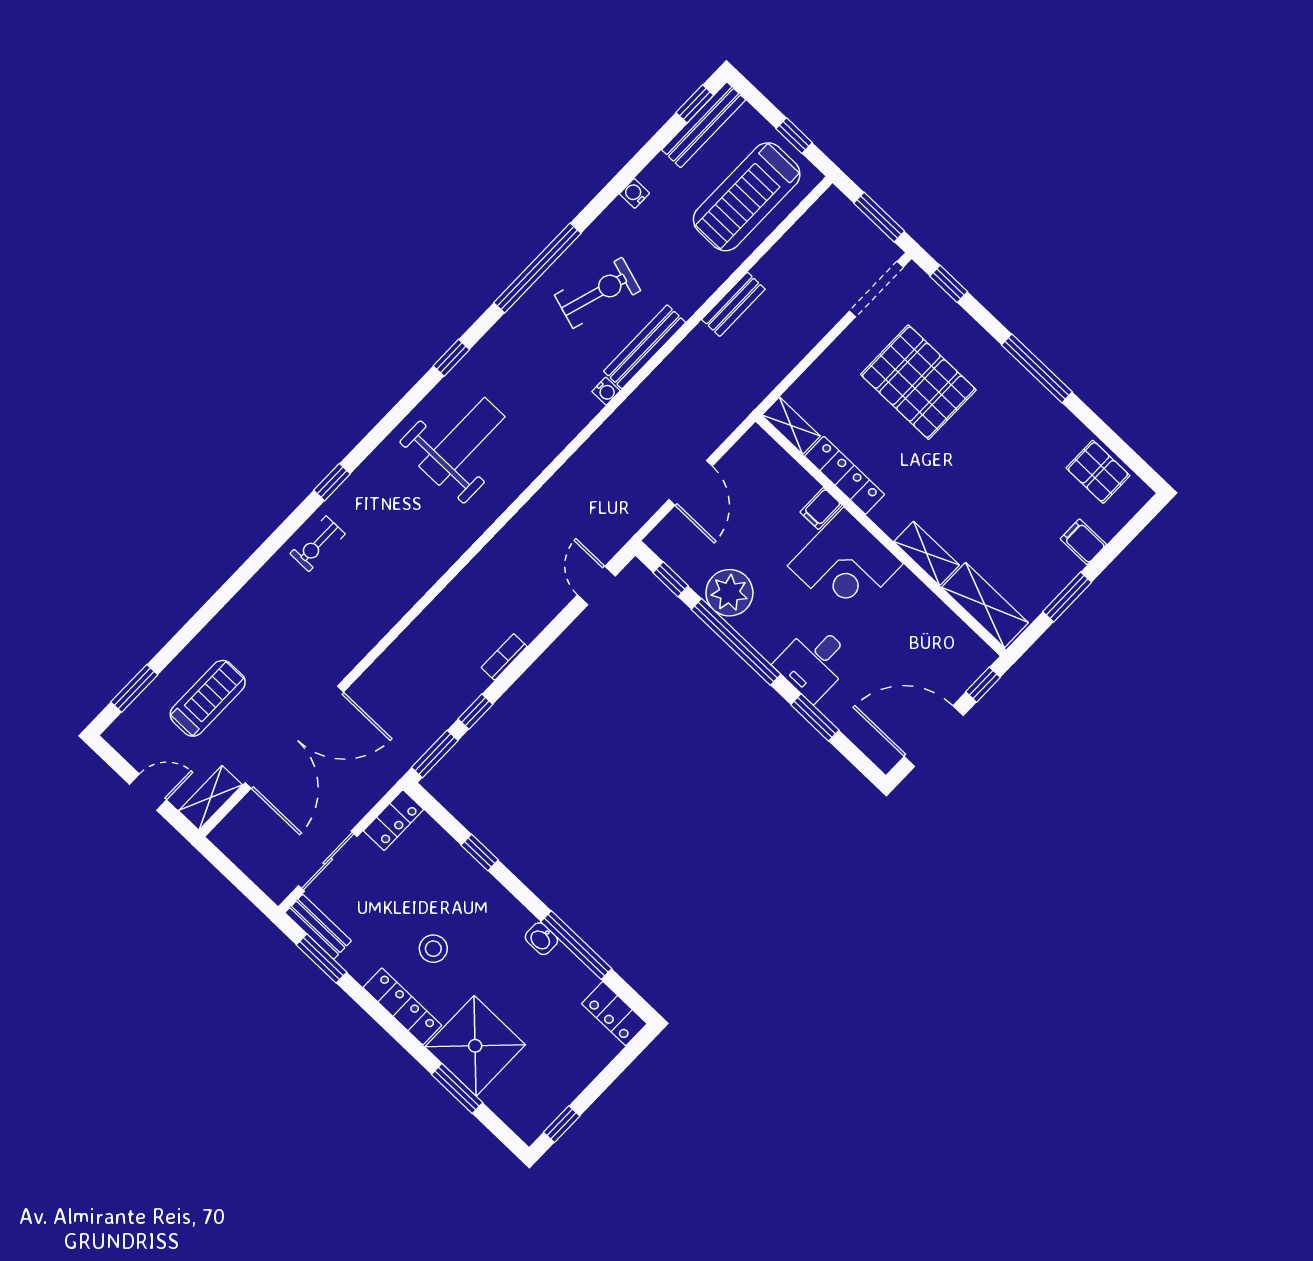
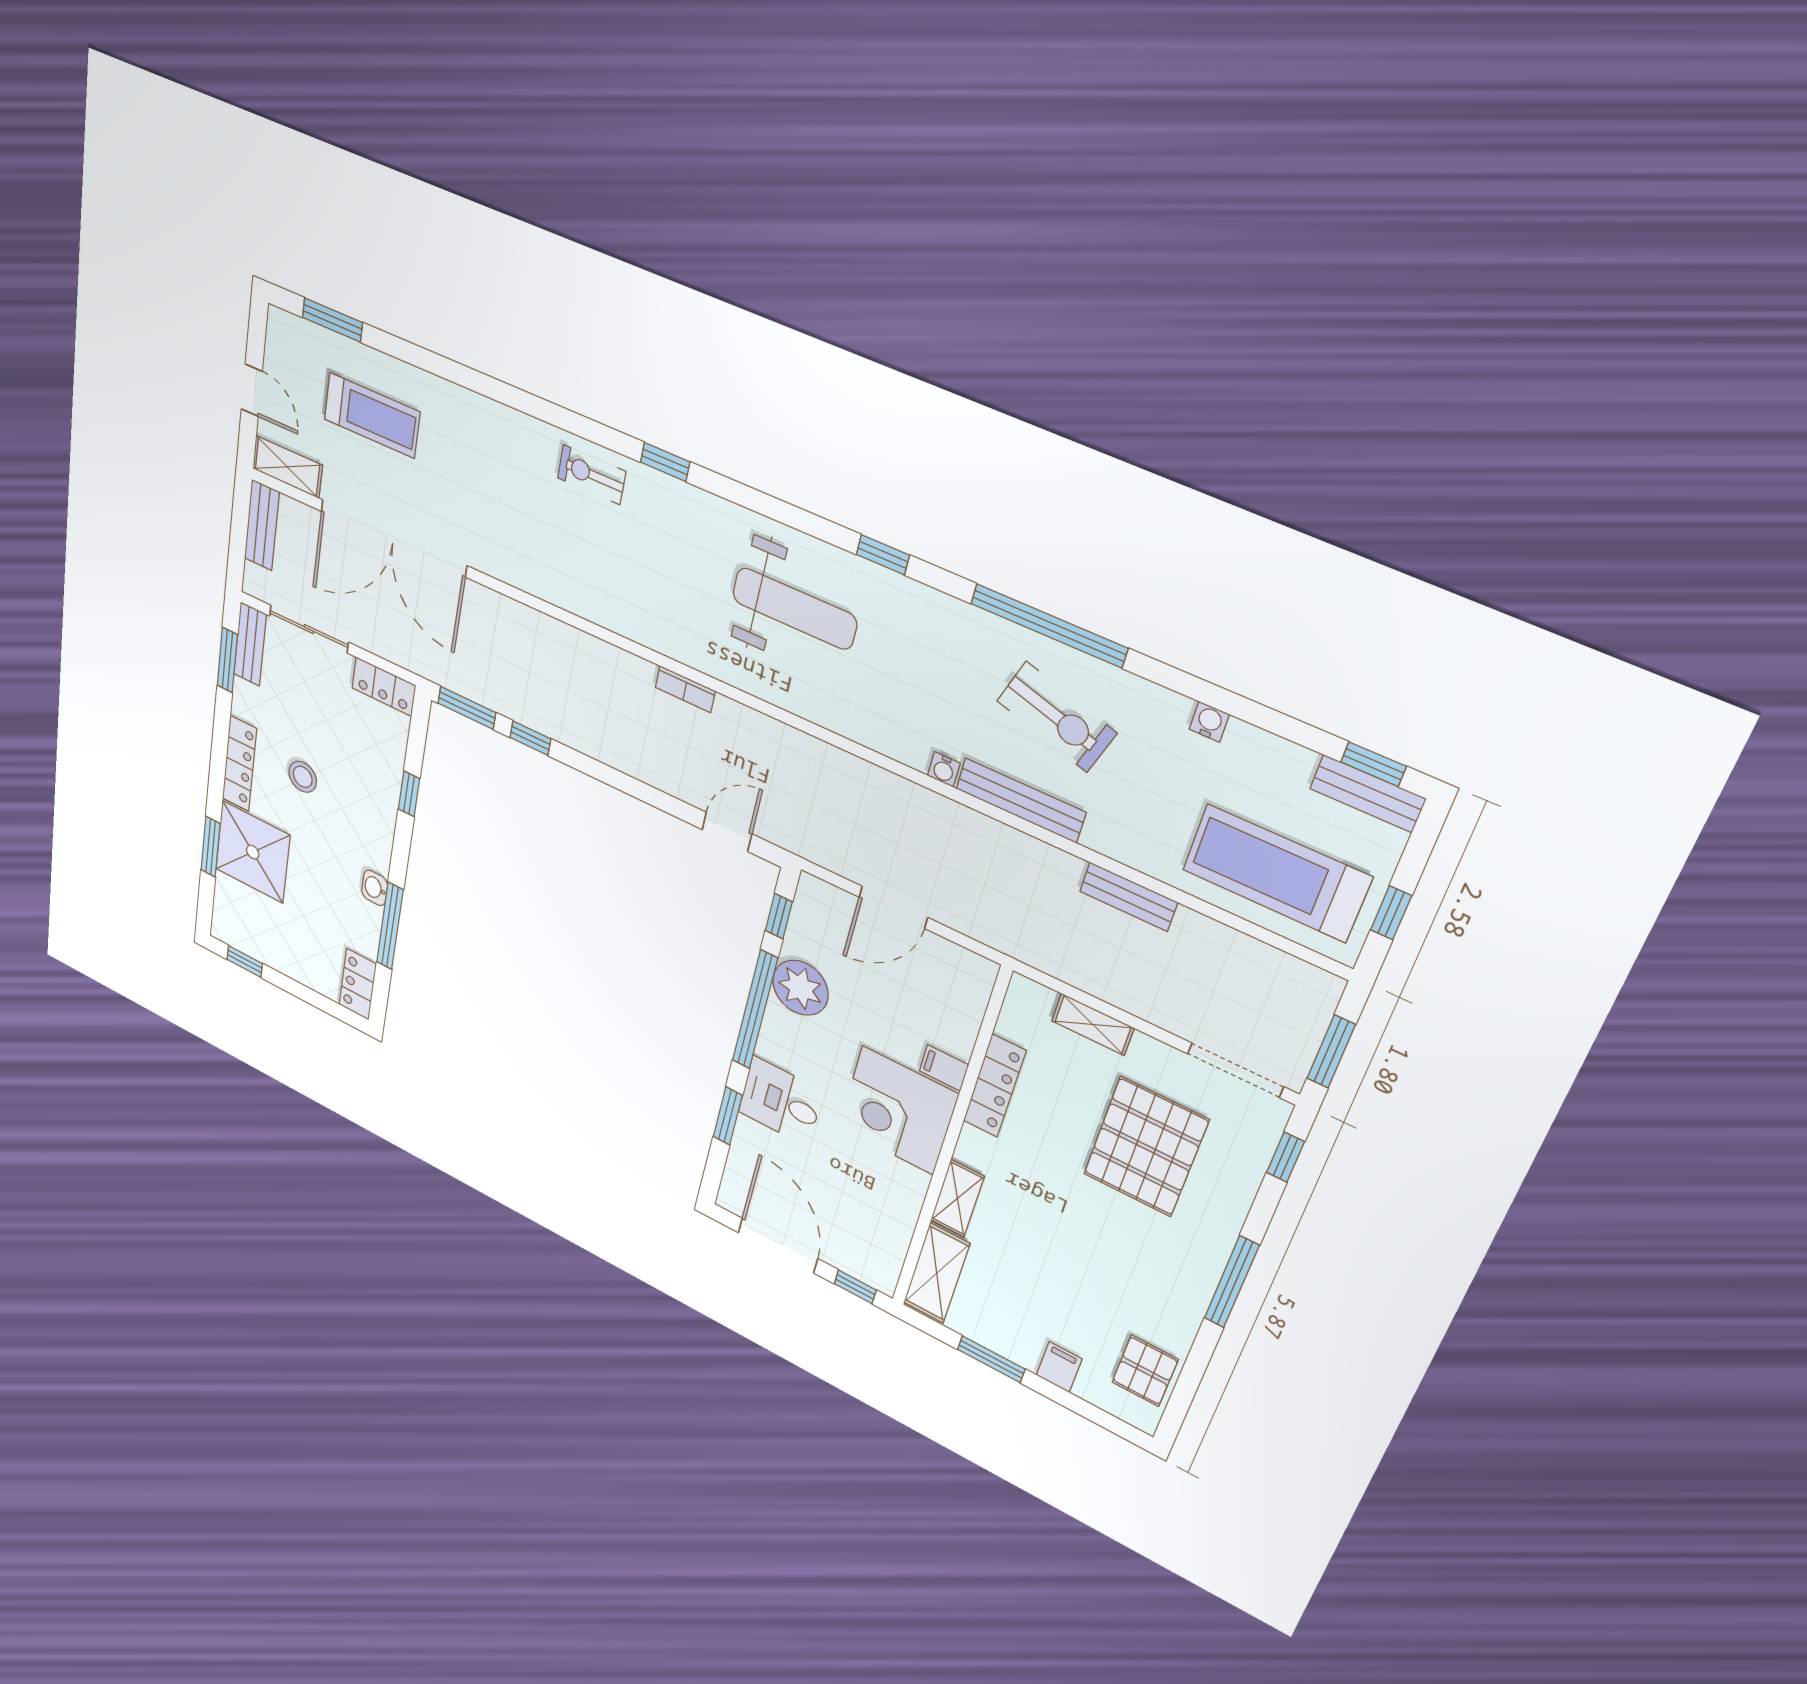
bench: (704, 125) -> (1368, 794), width x0.73
shelving: (791, 426) -> (1093, 1024), moved, turned 90
bookcase: (504, 657) -> (685, 689), moved, turned 180
bench: (240, 851) -> (262, 525), added

